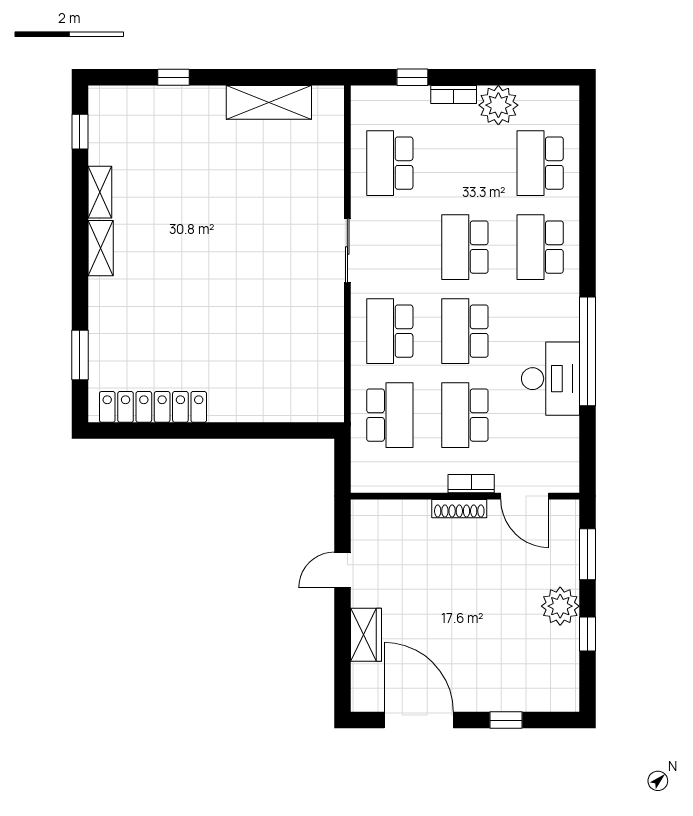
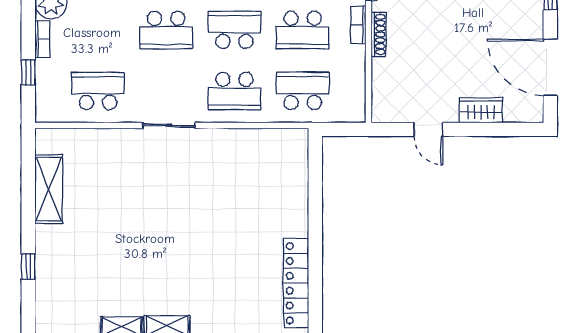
school desk: (390, 163) -> (98, 91), turned 180
school desk: (465, 331) -> (234, 30), turned 180
door: (419, 720) -> (550, 67), hinge flipped

